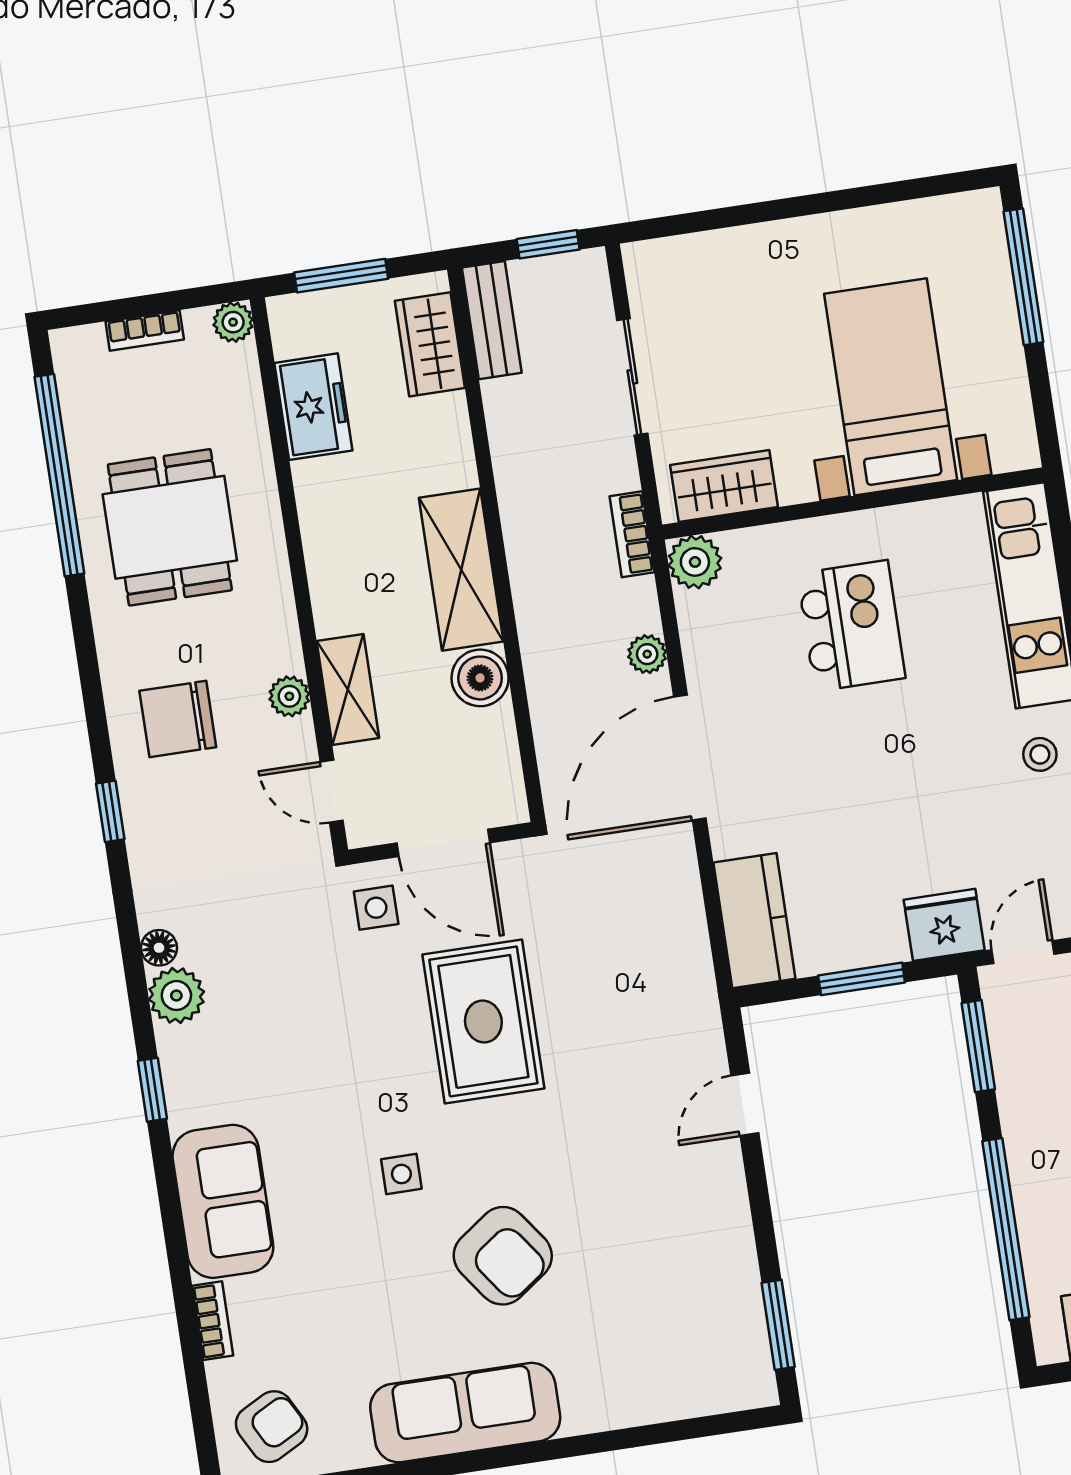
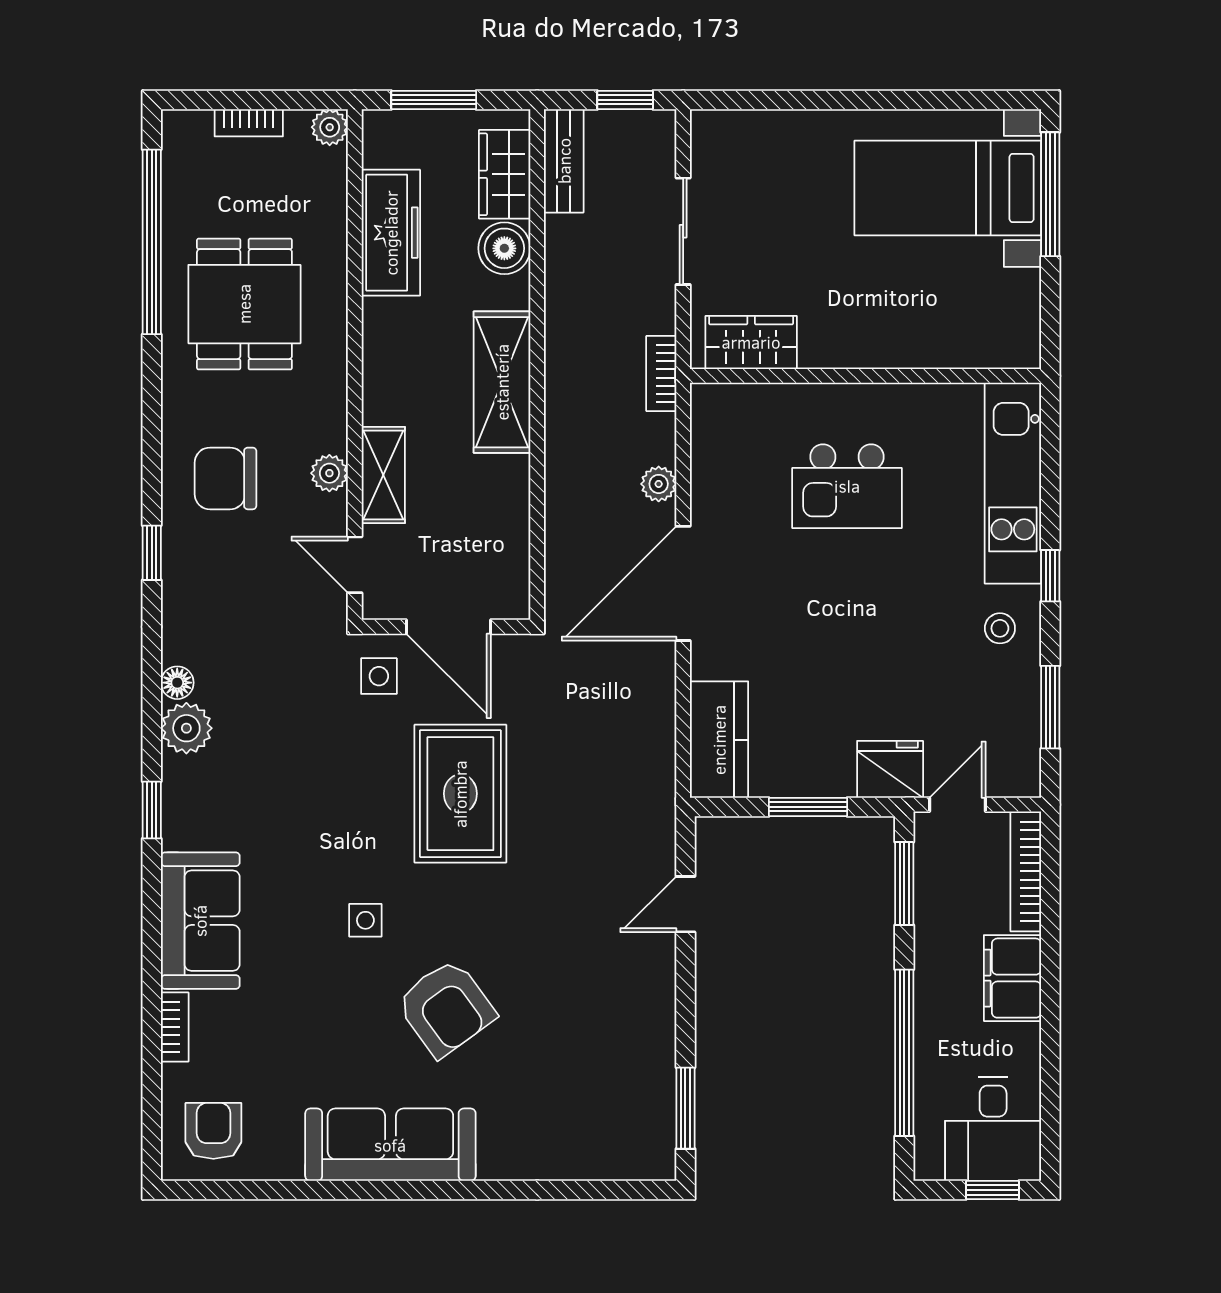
bed with nightstands: (891, 387) -> (948, 188), moved, turned -90
freezer: (313, 407) -> (391, 233), width x1.40
plant: (695, 562) -> (714, 407), removed
kitchen island: (851, 626) -> (847, 486), turned 90
boiler: (480, 678) -> (504, 248), moved
armchair: (272, 1427) -> (213, 1131), turned -62

